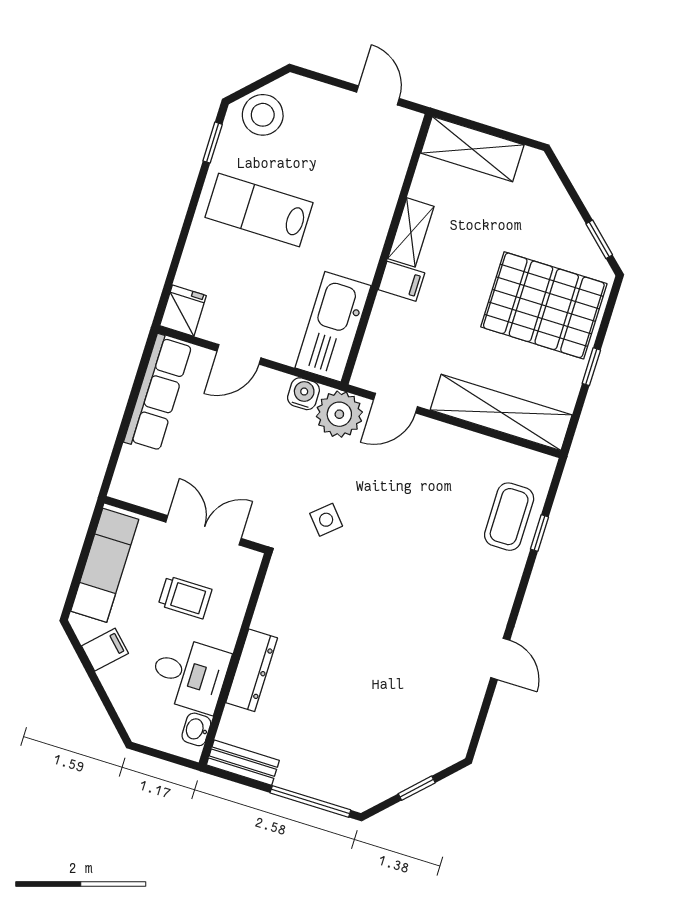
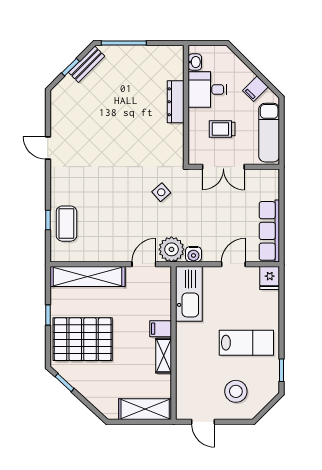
stool: (263, 115) -> (236, 391), moved
bench: (243, 763) -> (87, 64), moved, turned -45

